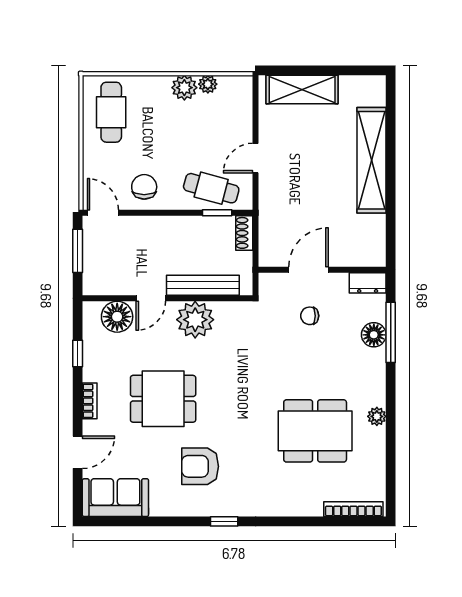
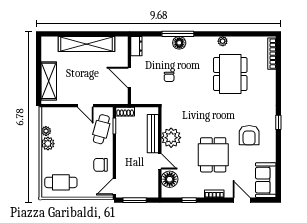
door: (308, 270) -> (129, 78), moved
wall: (322, 270) -> (129, 70), moved
dresser: (368, 283) -> (136, 46), moved

